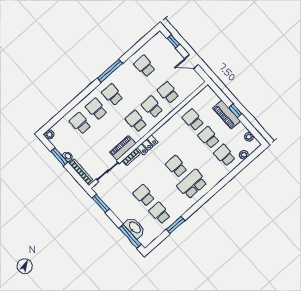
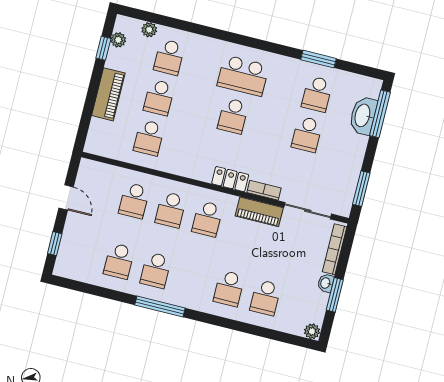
school desk: (112, 95) -> (156, 270), moved
window: (235, 111) -> (103, 48), moved

